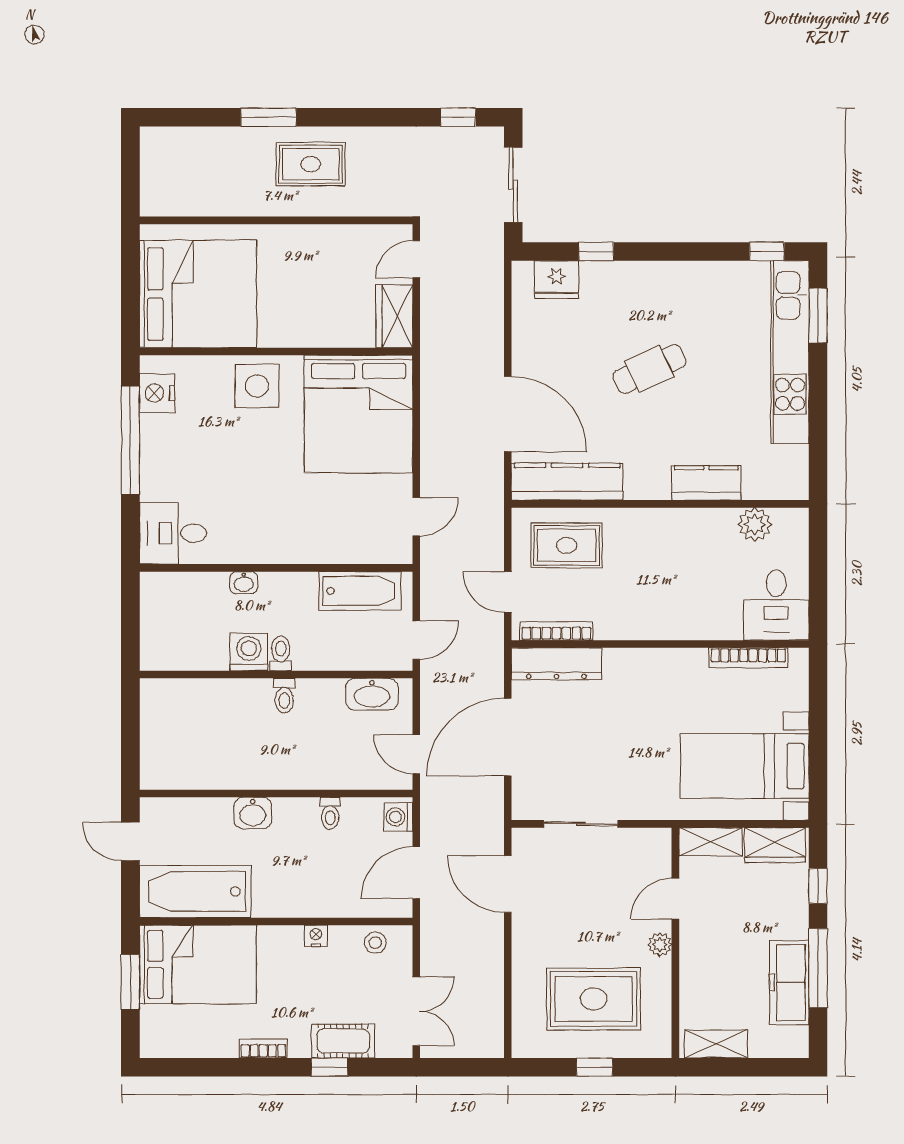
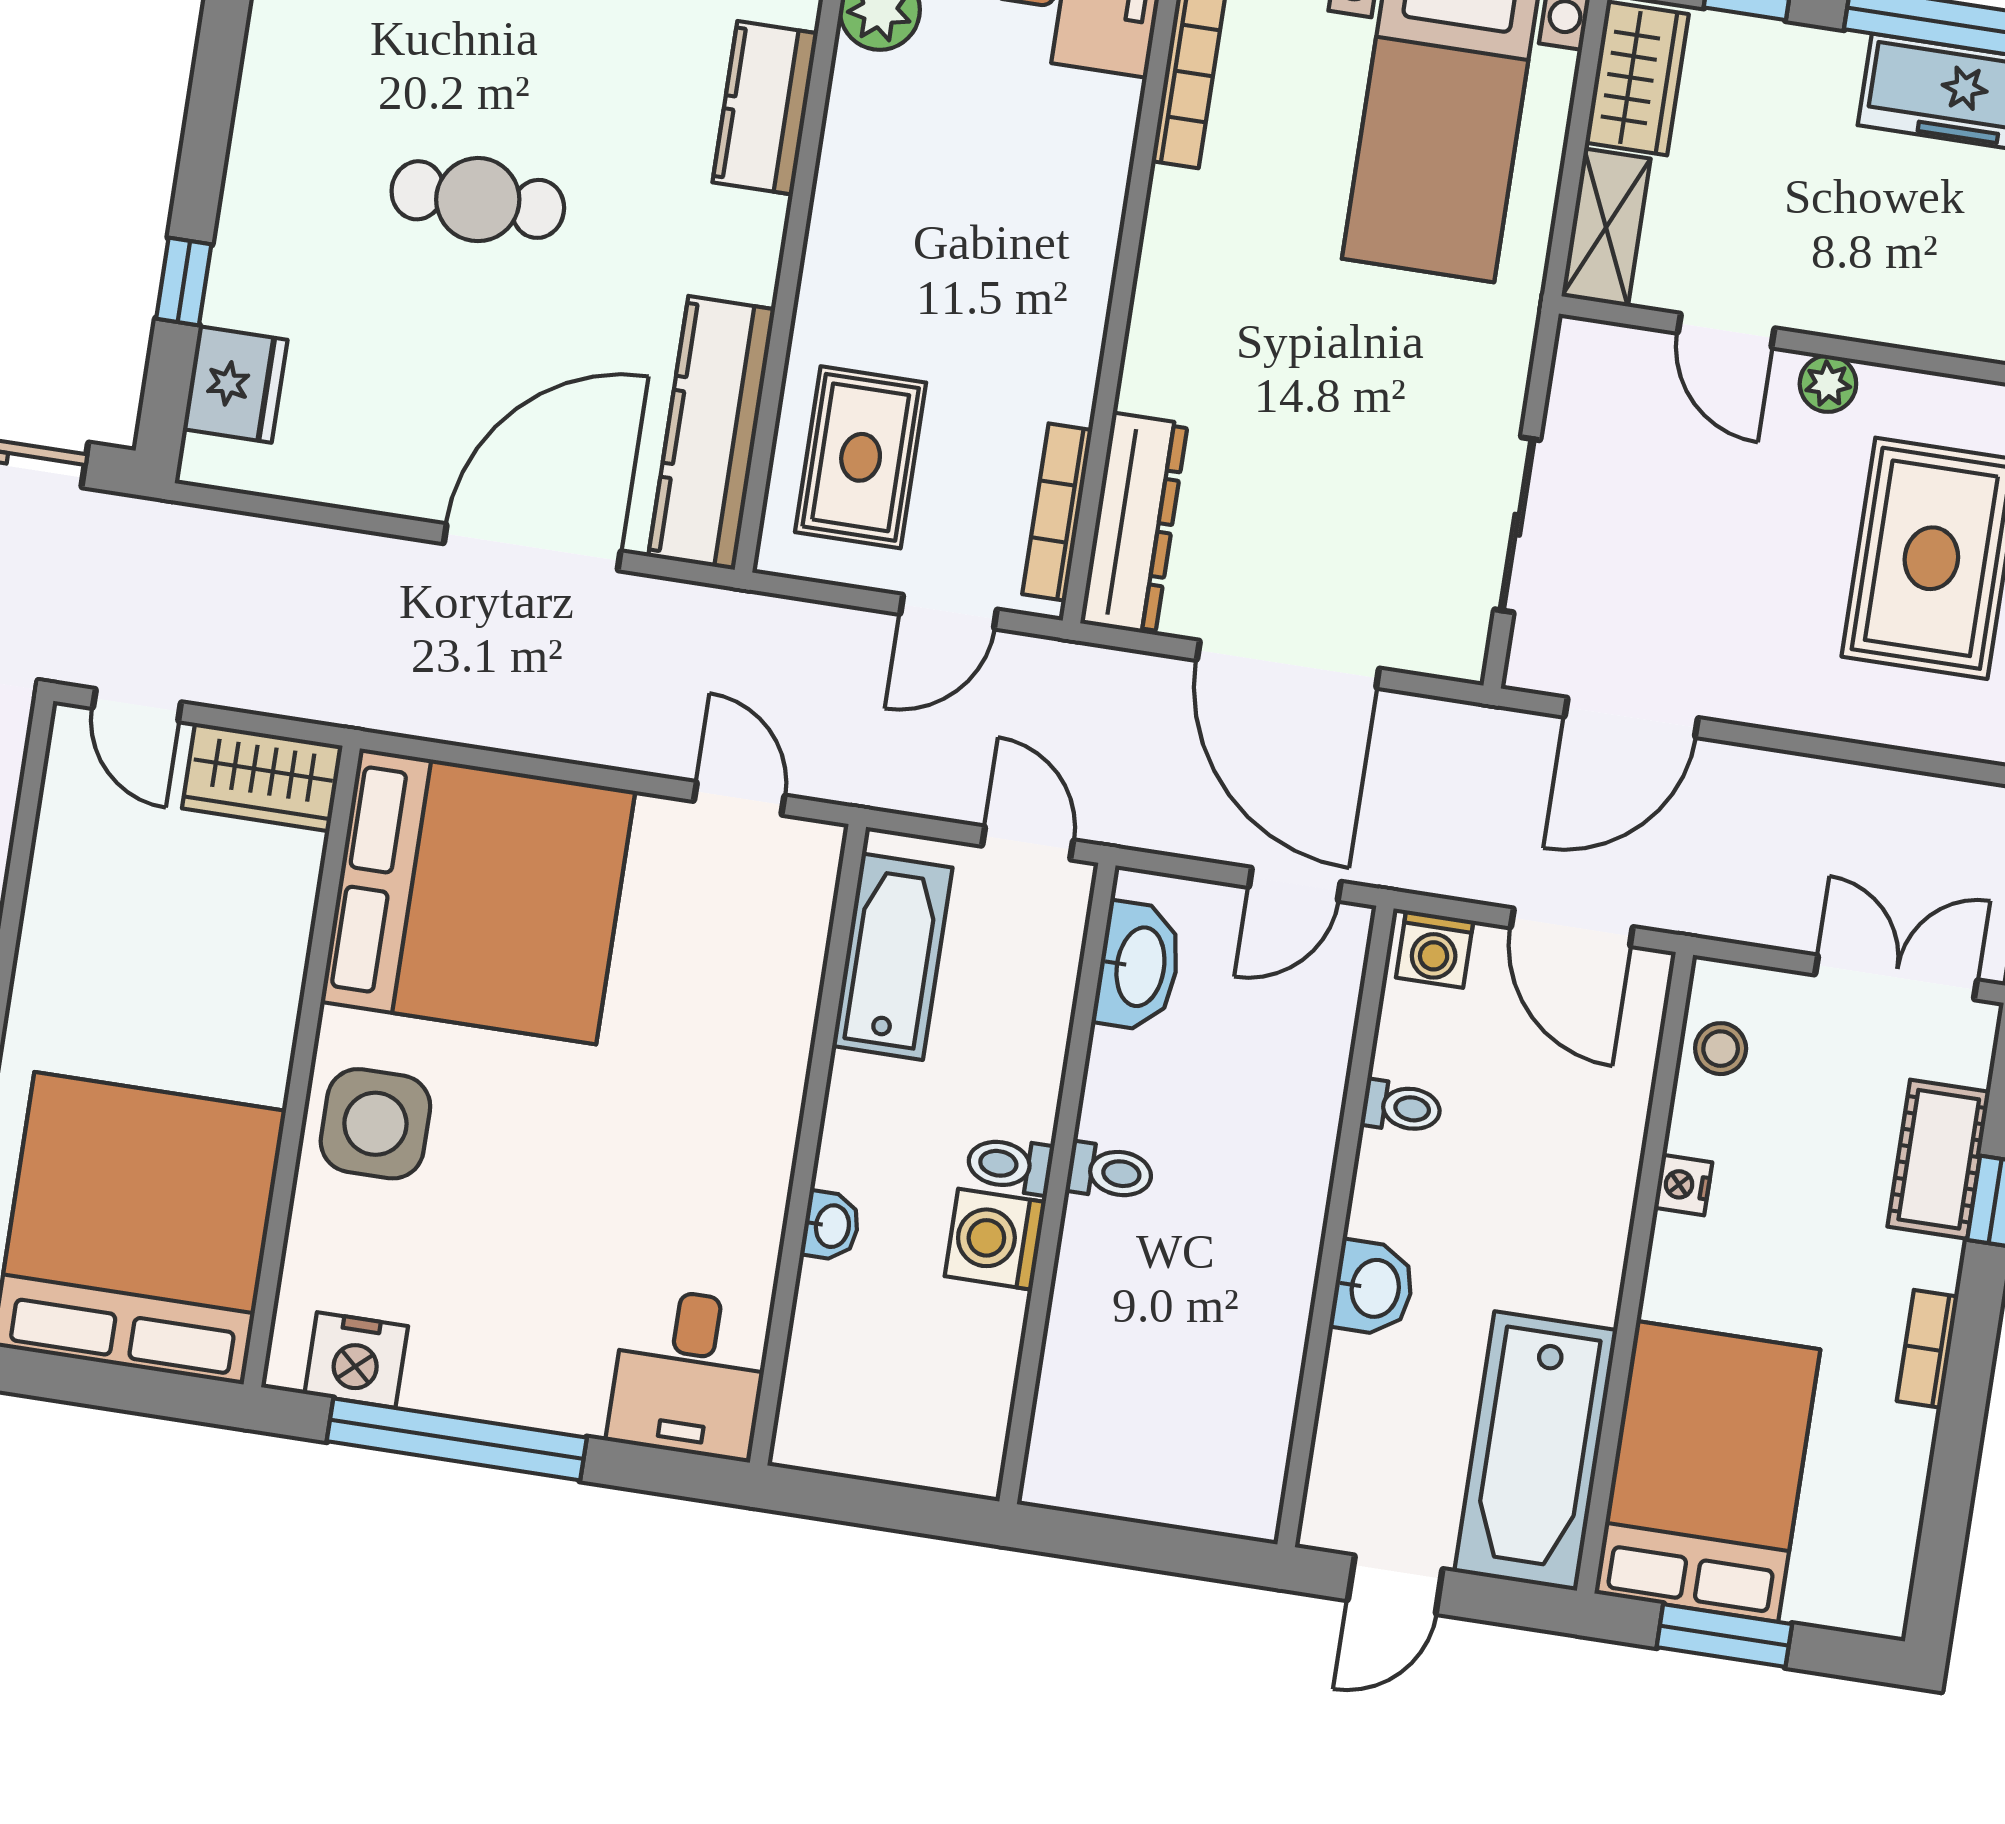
cafe table: (649, 369) -> (478, 200), turned -65

